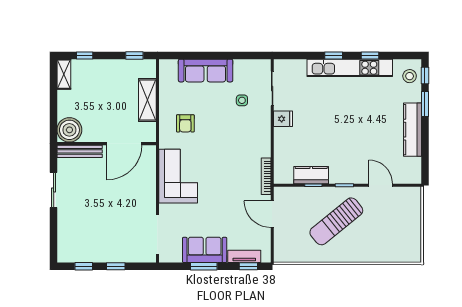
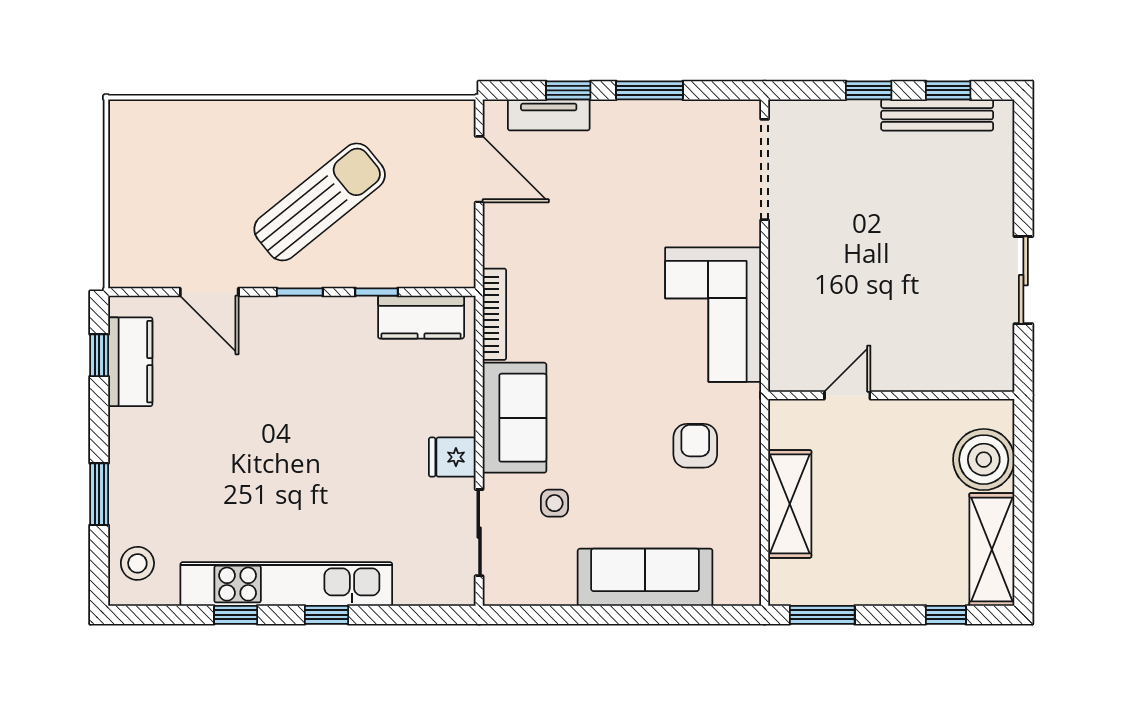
window: (134, 55) -> (822, 615), width x1.50
shelving: (64, 74) -> (992, 550), width x1.50, depth x1.33
window: (425, 76) -> (99, 355), moved
boiler: (69, 130) -> (984, 460), moved
kitchen counter: (412, 130) -> (130, 362), moved, width x0.67
door: (124, 144) -> (847, 395), width x0.53
bench: (80, 151) -> (937, 115), moved
kitchen counter: (311, 175) -> (421, 317), moved
door: (272, 214) -> (479, 169), moved
sofa: (205, 250) -> (515, 418), moved, turned -90
window: (248, 266) -> (568, 90), moved

